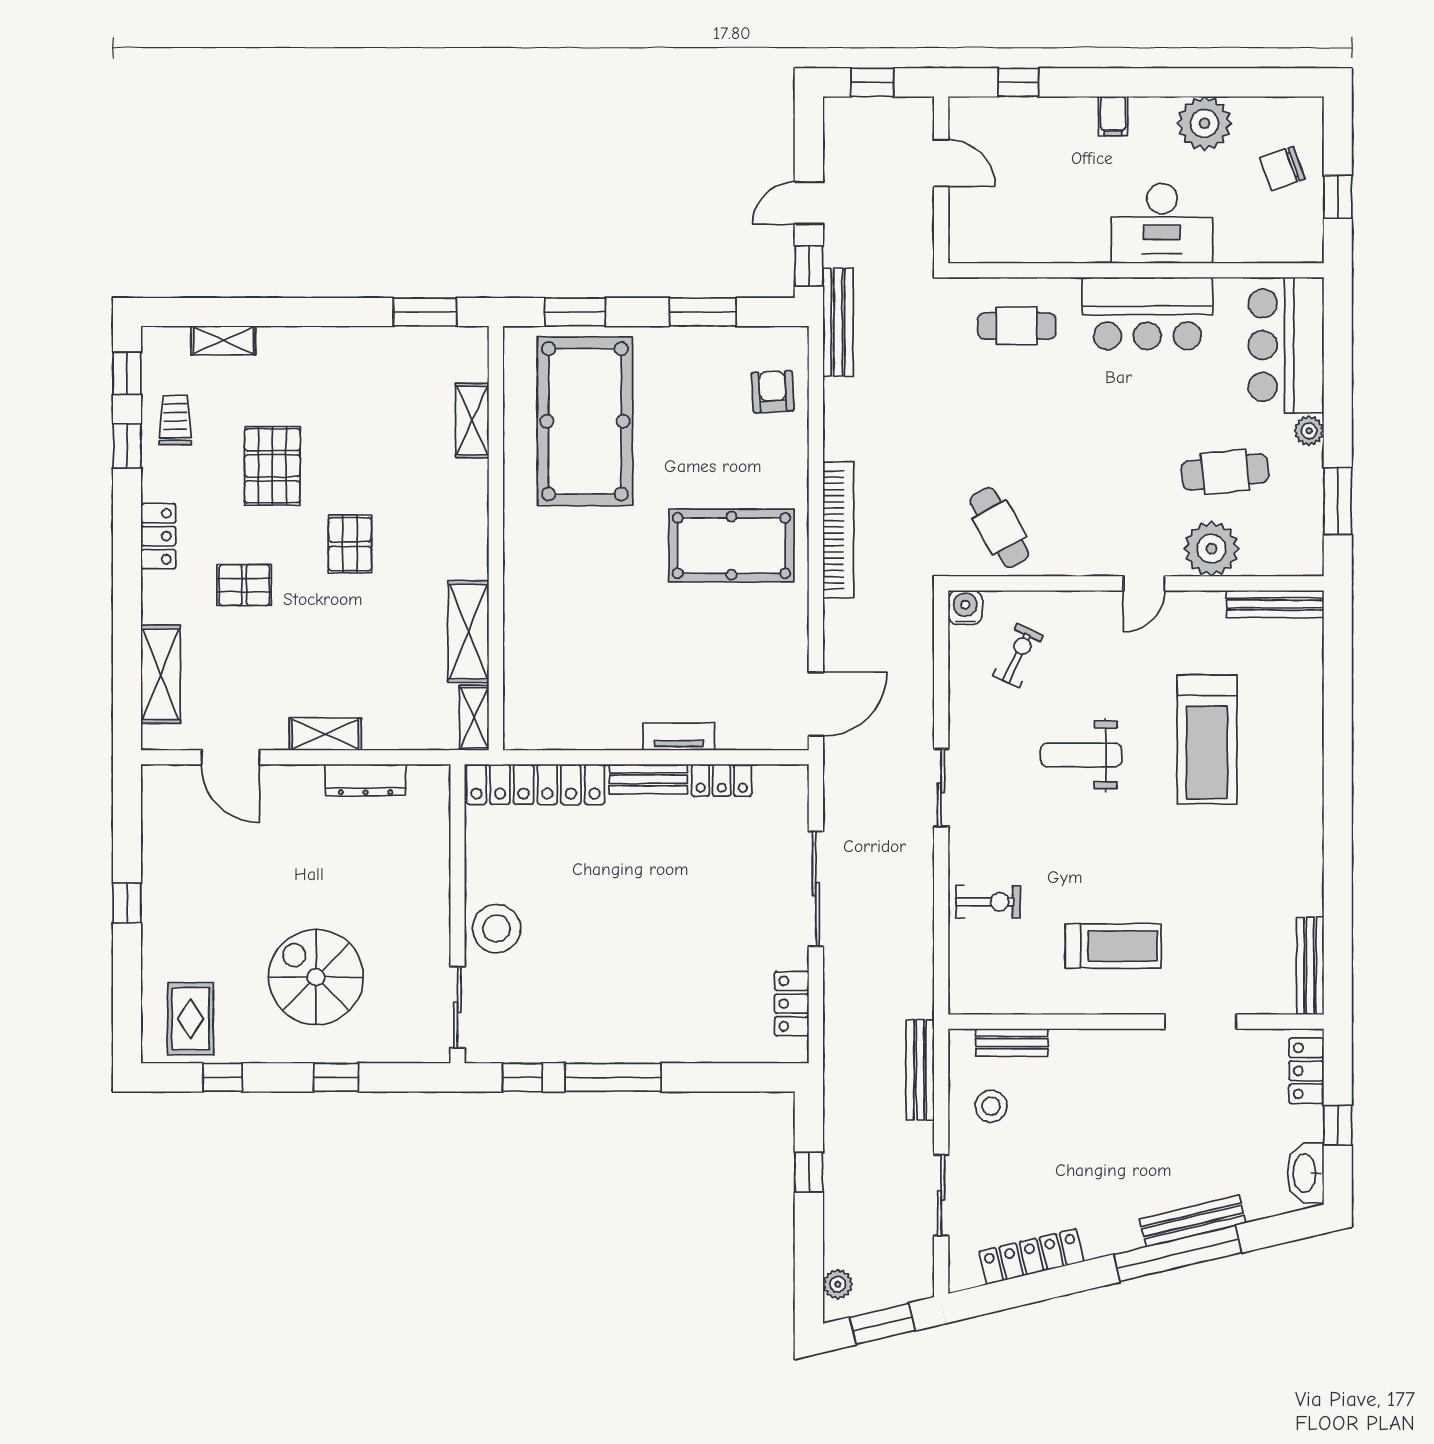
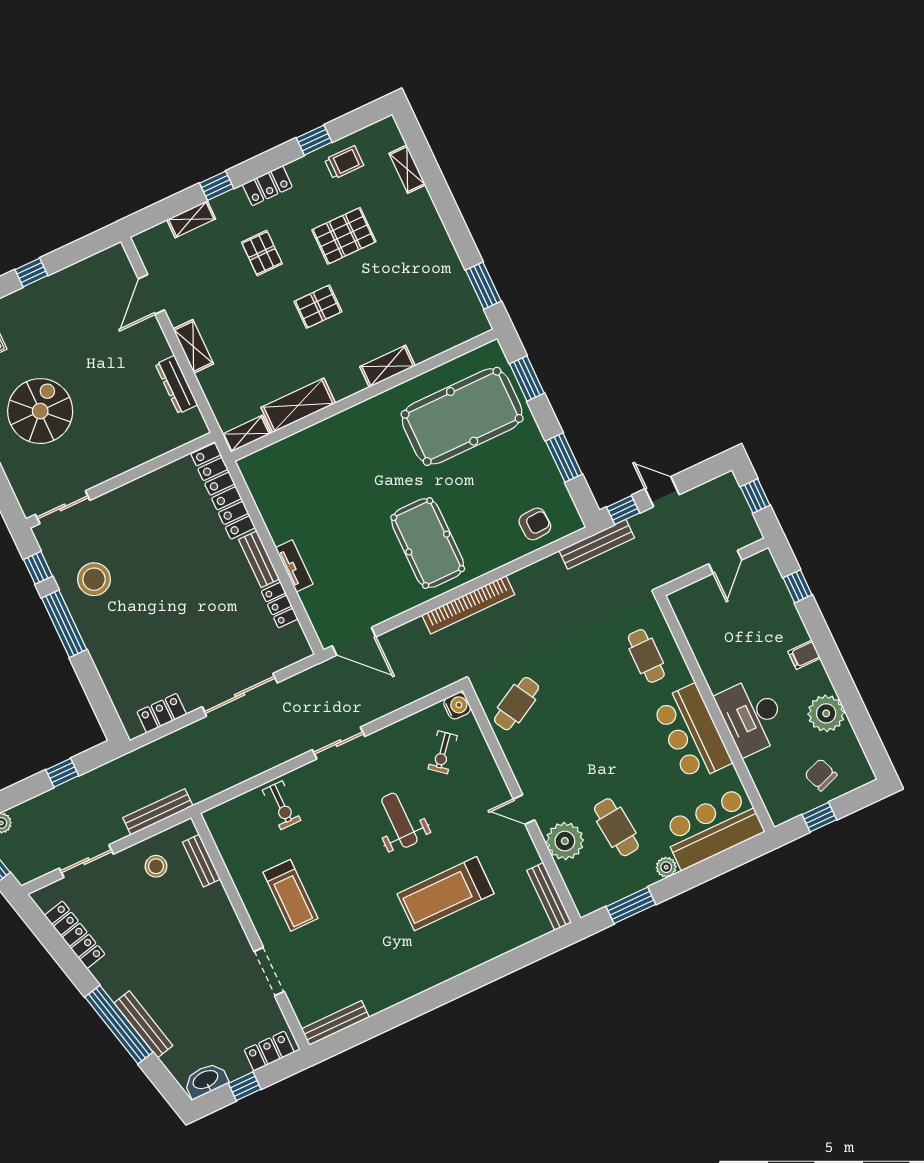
window: (127, 373) -> (217, 186), moved
shelving: (472, 420) -> (388, 366), moved
exercise bike: (1018, 655) -> (443, 752), turned 105
shelving: (161, 674) -> (191, 219), width x0.67, depth x0.75
stool: (497, 929) -> (94, 579), moved

